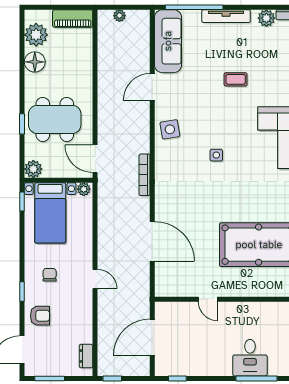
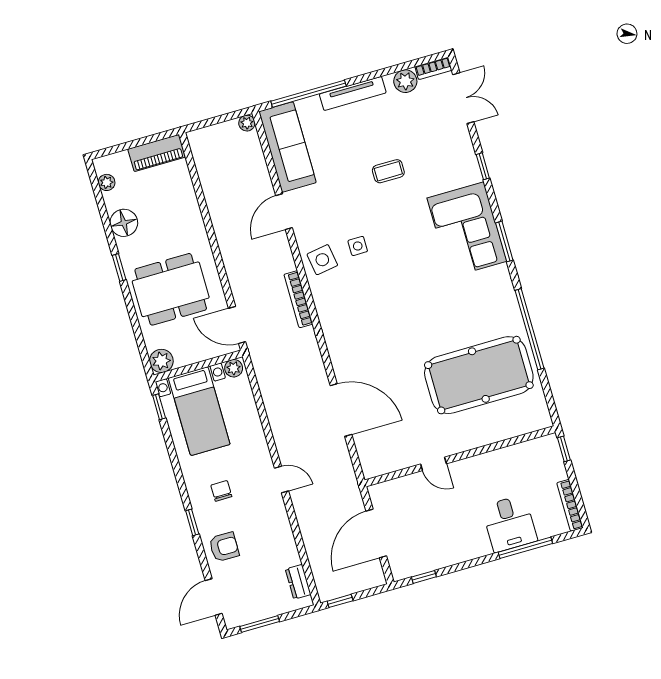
plant: (119, 16) -> (247, 123), moved
plant: (36, 35) -> (107, 182), width x0.53, depth x0.53
window: (22, 124) -> (119, 268), moved
side table: (216, 155) -> (358, 246), moved
bookcase: (144, 175) -> (298, 299), moved

